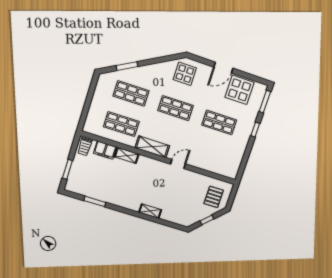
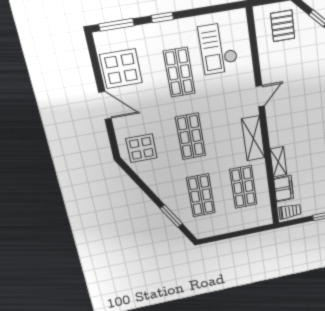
checkout: (221, 153) -> (218, 48), added
door: (178, 164) -> (260, 96), swing flipped
pallet: (214, 197) -> (283, 26), turned 90

